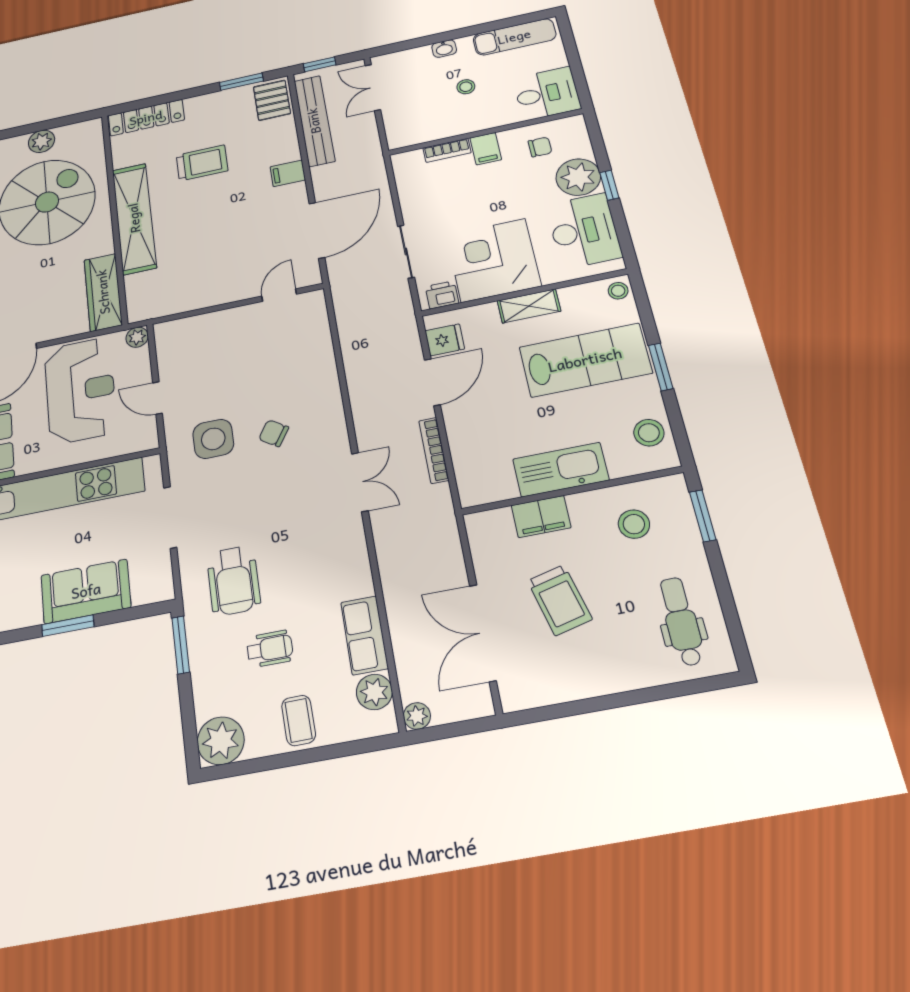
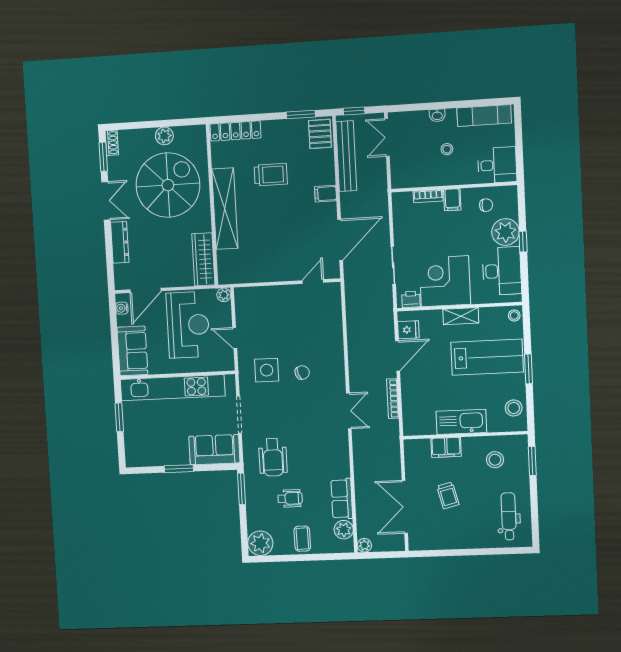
chair: (274, 433) -> (302, 373), turned 127
sofa: (86, 591) -> (214, 450), moved
trolley: (560, 600) -> (448, 495), width x0.73, depth x0.72

